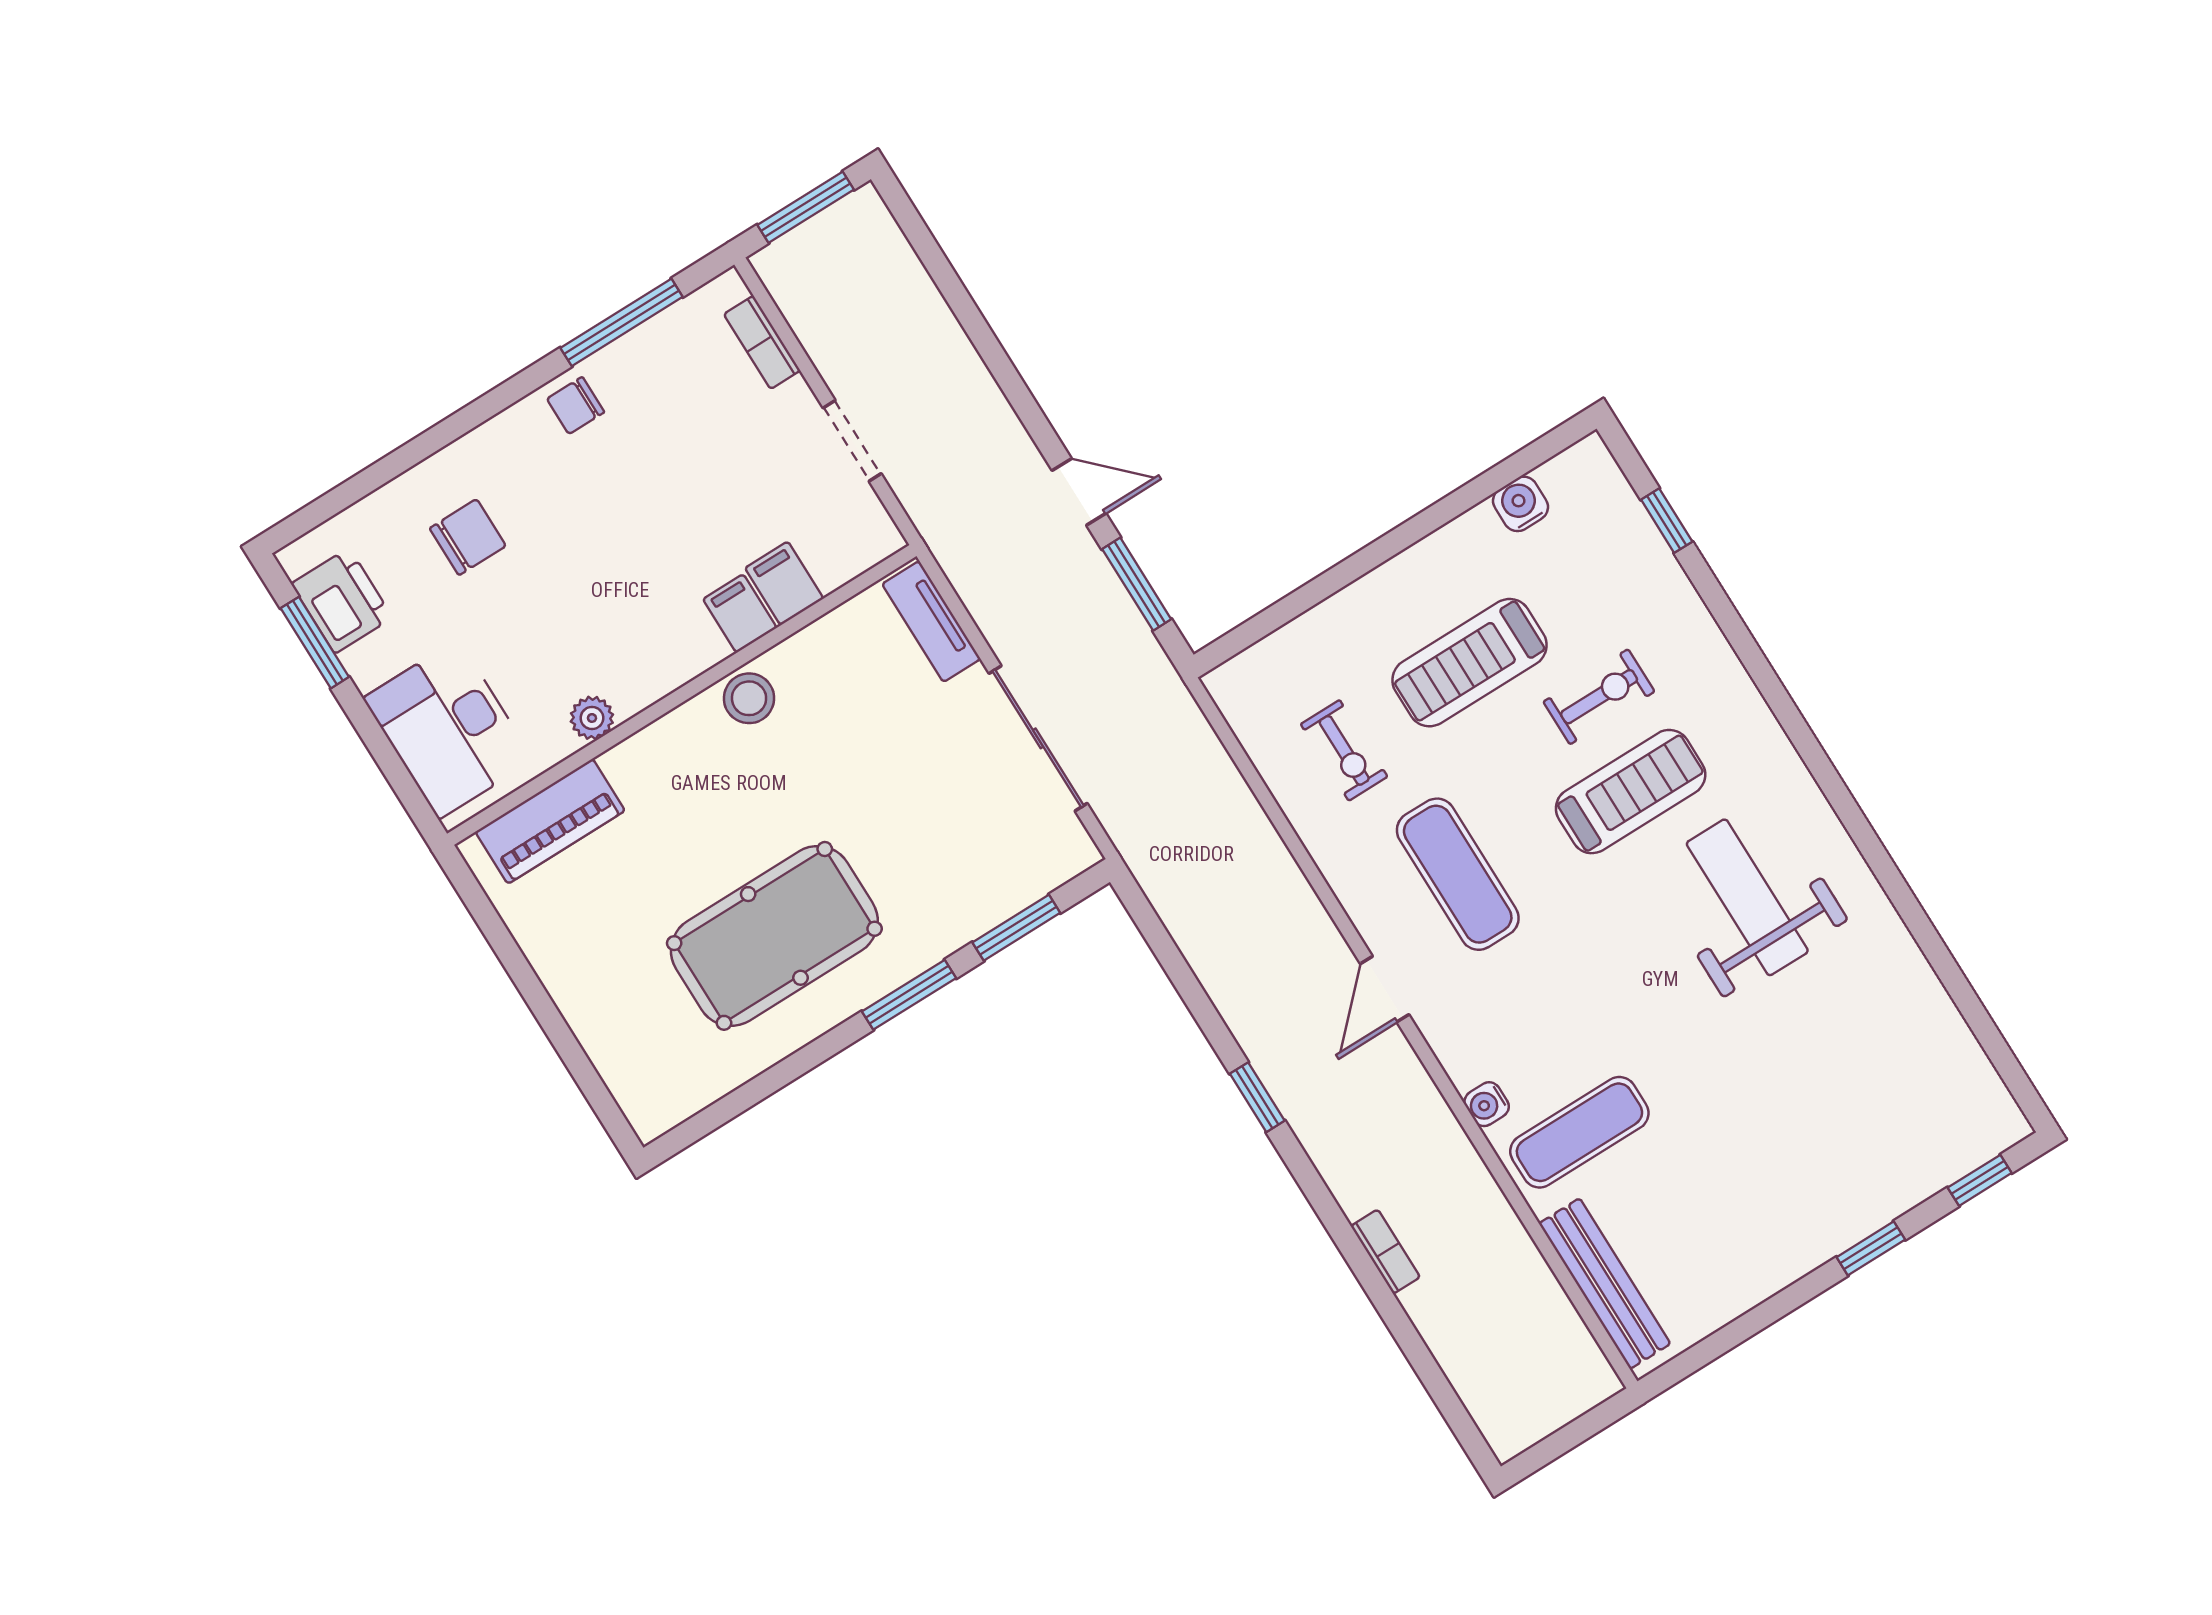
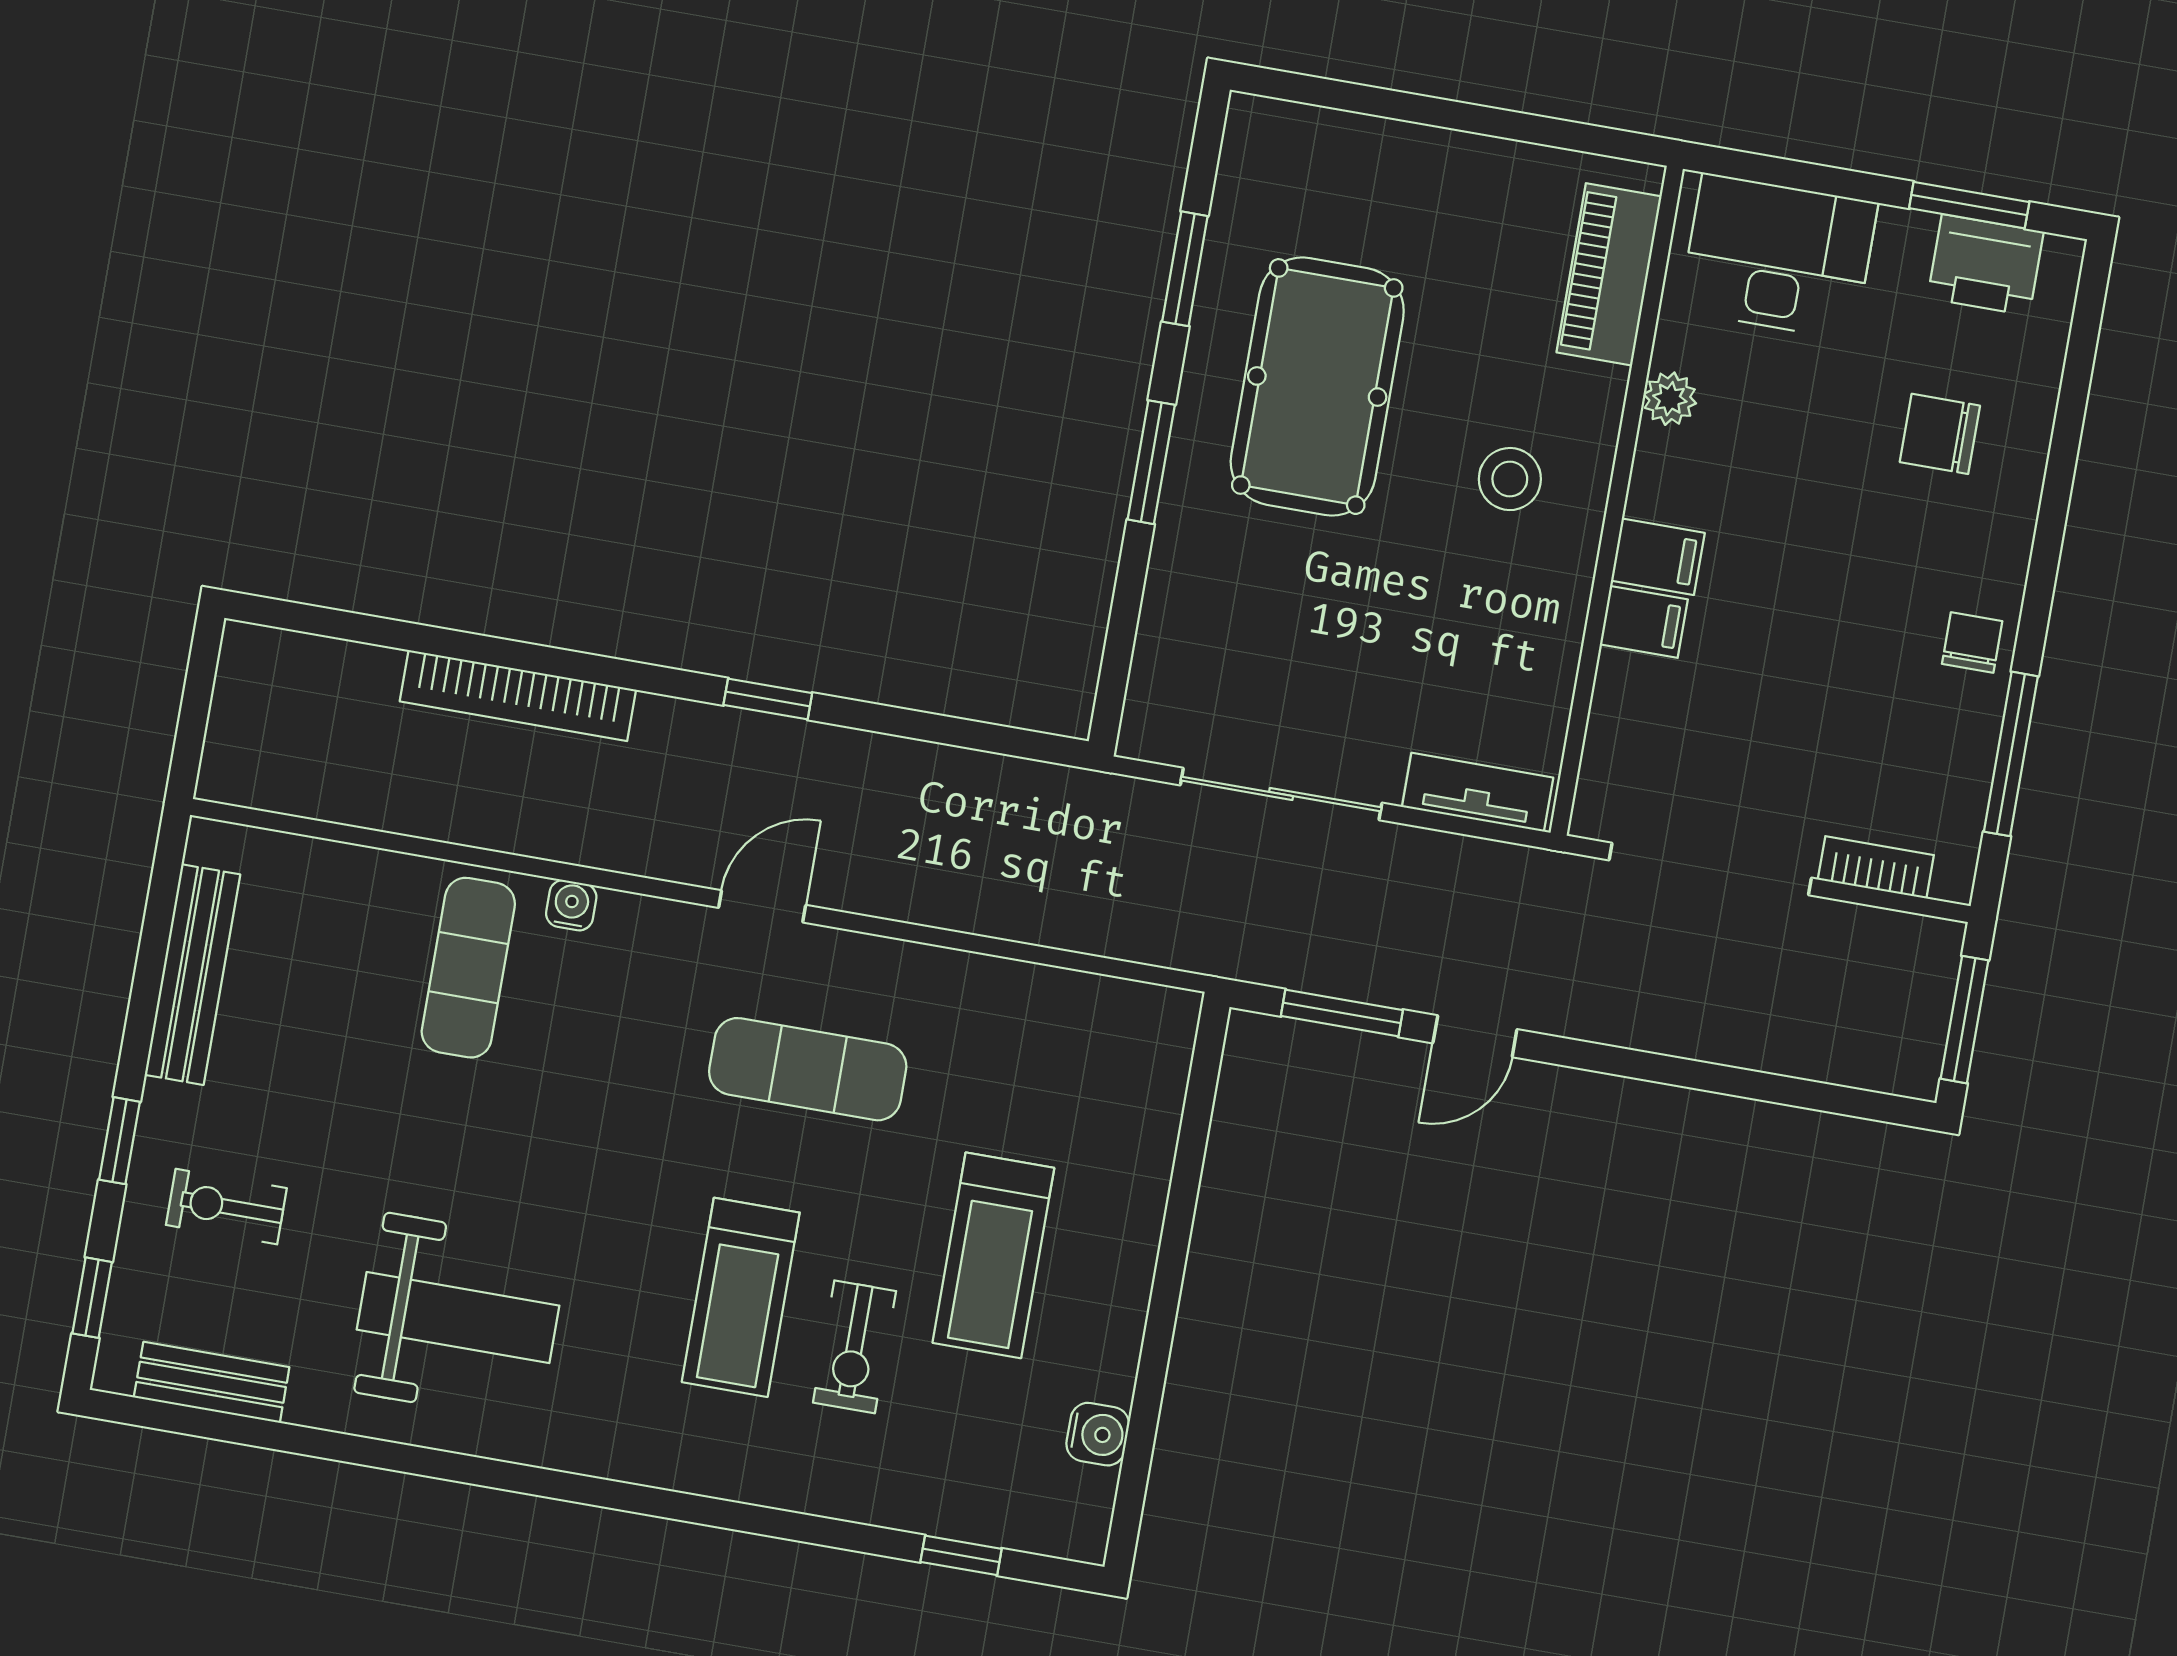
doorway: (852, 441) -> (1710, 869), width x1.88
chair: (468, 537) -> (1940, 434), turned 90
filing cabinet: (784, 583) -> (1658, 557), moved
treadmill: (1469, 663) -> (993, 1255), turned 180
stool: (749, 698) -> (1510, 479), moved
exercise bike: (1344, 750) -> (226, 1207), moved
weight bench: (1747, 897) -> (458, 1318), moved
window: (1016, 928) -> (1185, 269), moved
door: (1385, 989) -> (762, 906), hinge flipped
bench: (1966, 1063) -> (212, 1382), added
bookcase: (1385, 1252) -> (518, 695), width x2.31, depth x1.31
bench: (1605, 1284) -> (192, 975), moved, turned 90

